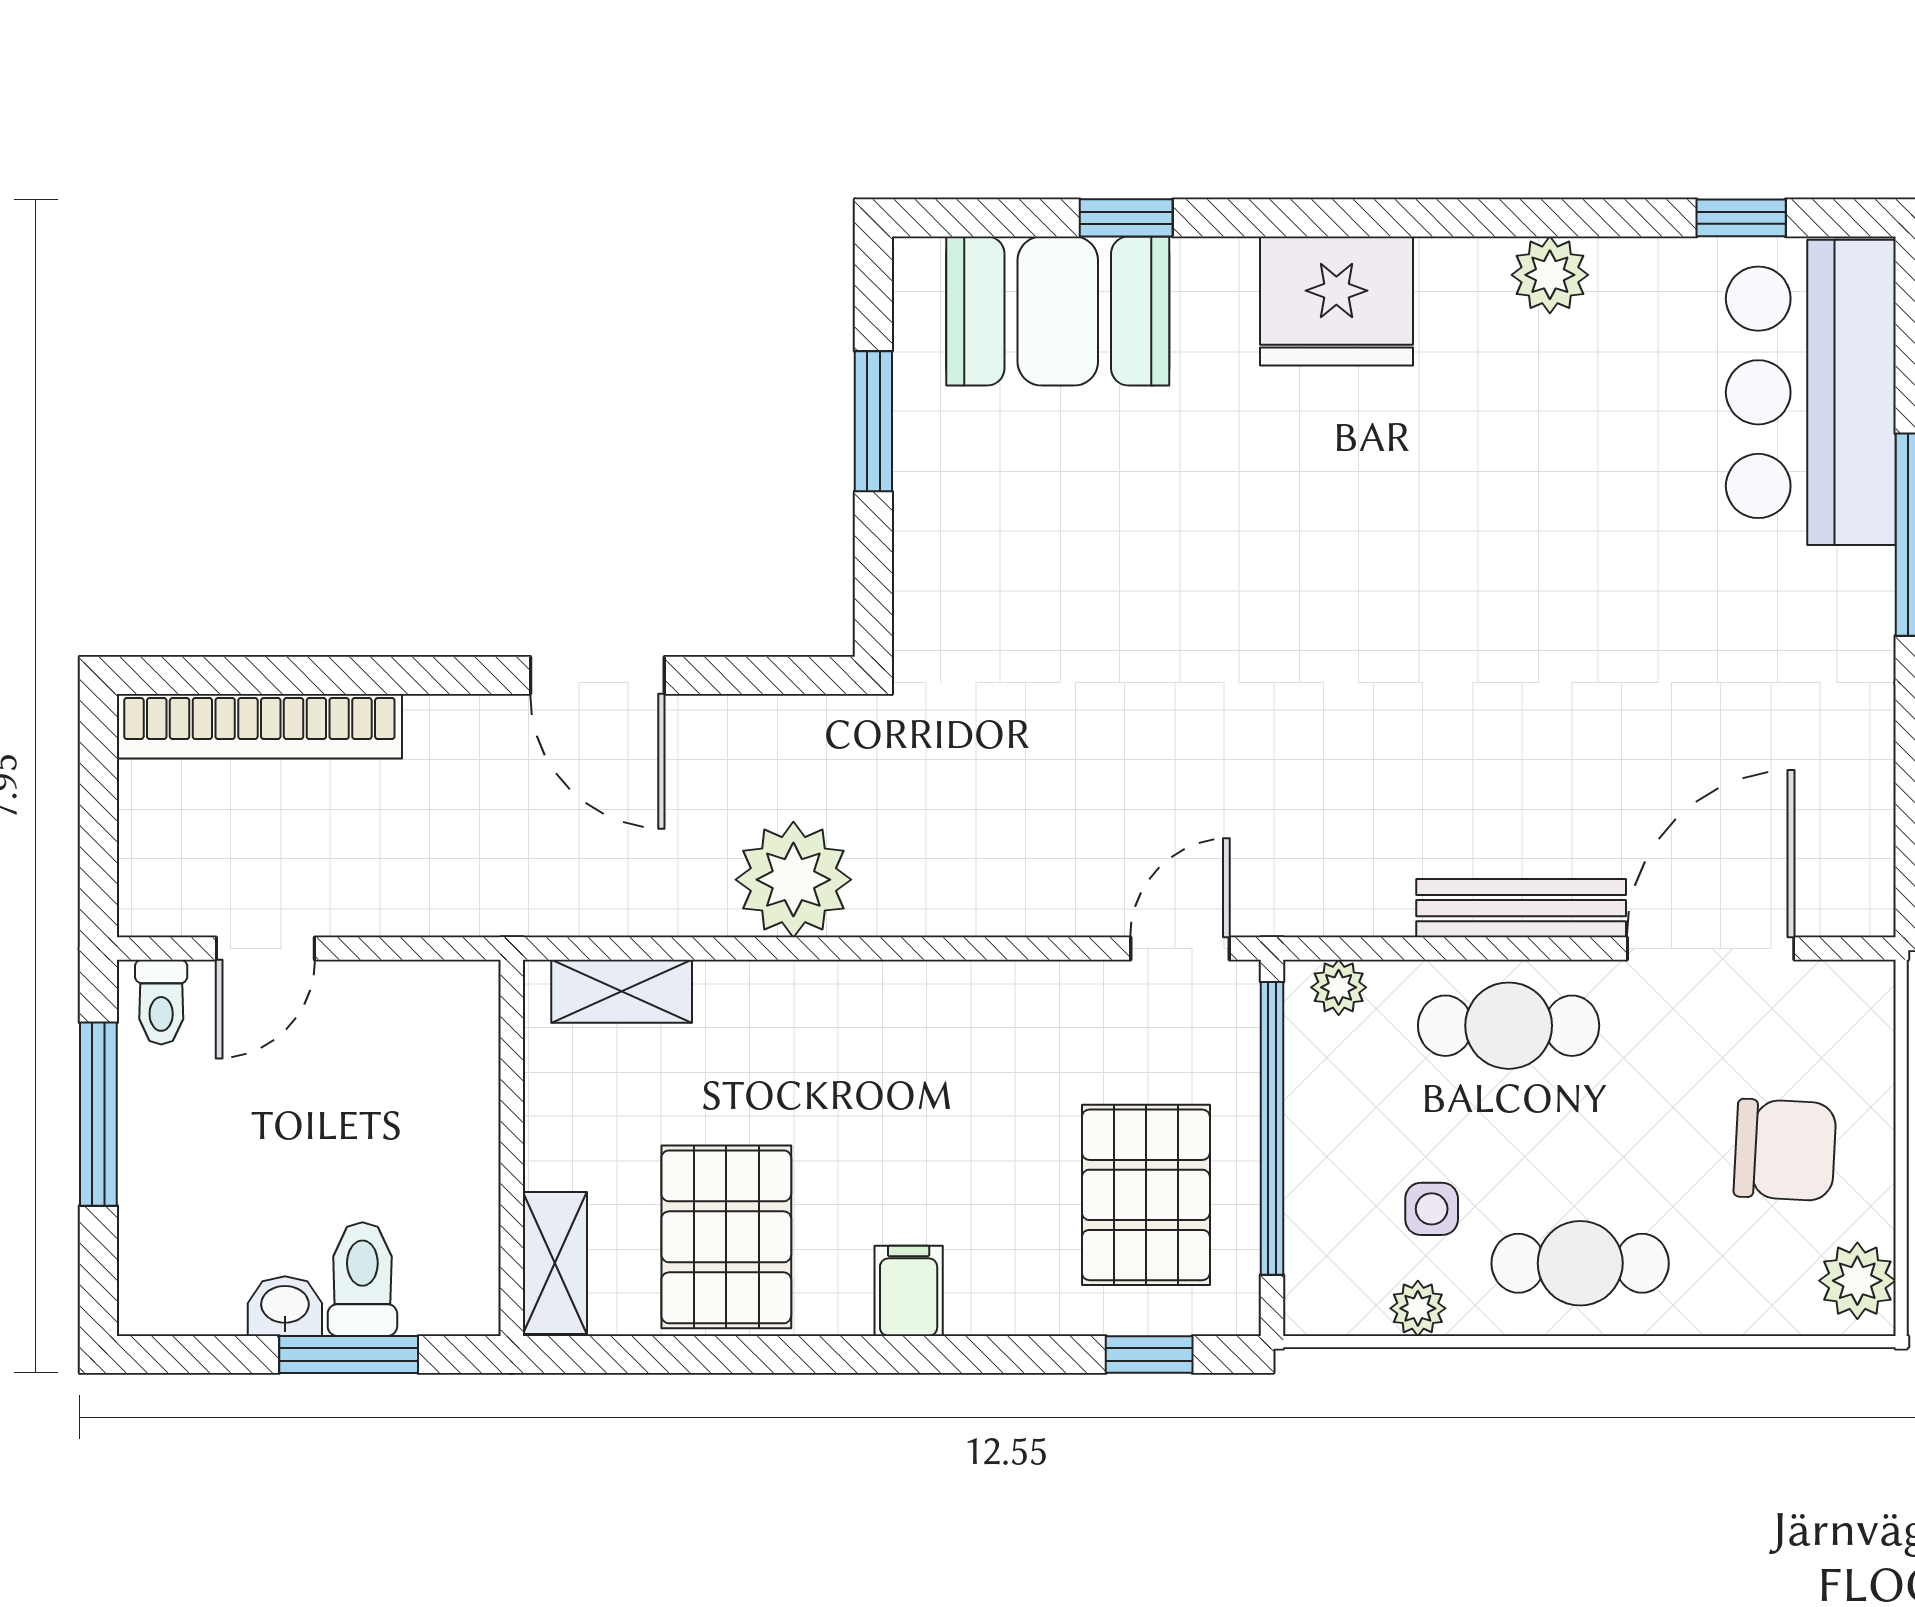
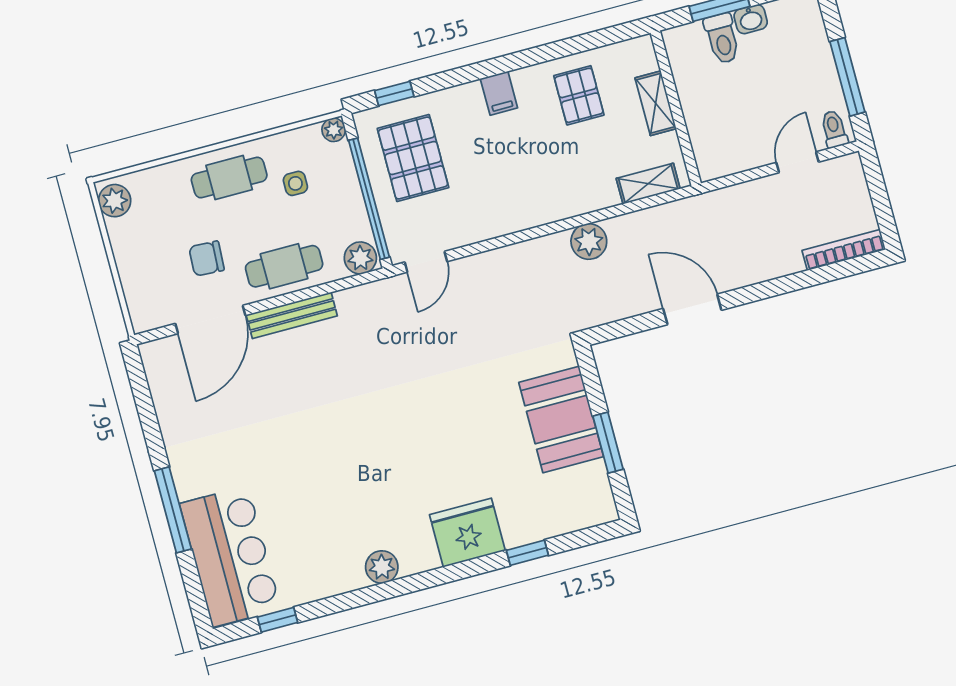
plant: (1550, 275) -> (382, 567), moved
fridge: (1336, 301) -> (467, 533), moved
booth: (1058, 311) -> (561, 420), moved, turned 90
bookcase: (259, 726) -> (844, 250), width x0.68, depth x0.76
plant: (793, 880) -> (589, 241), width x0.73, depth x0.73
plant: (1339, 987) -> (360, 258), width x1.38, depth x1.38
chair: (1785, 1150) -> (206, 259), moved, width x0.73, depth x0.73
pallet: (726, 1237) -> (579, 95), width x0.67, depth x0.71
shelving: (555, 1263) -> (656, 103), moved
plant: (1418, 1308) -> (334, 130), moved

